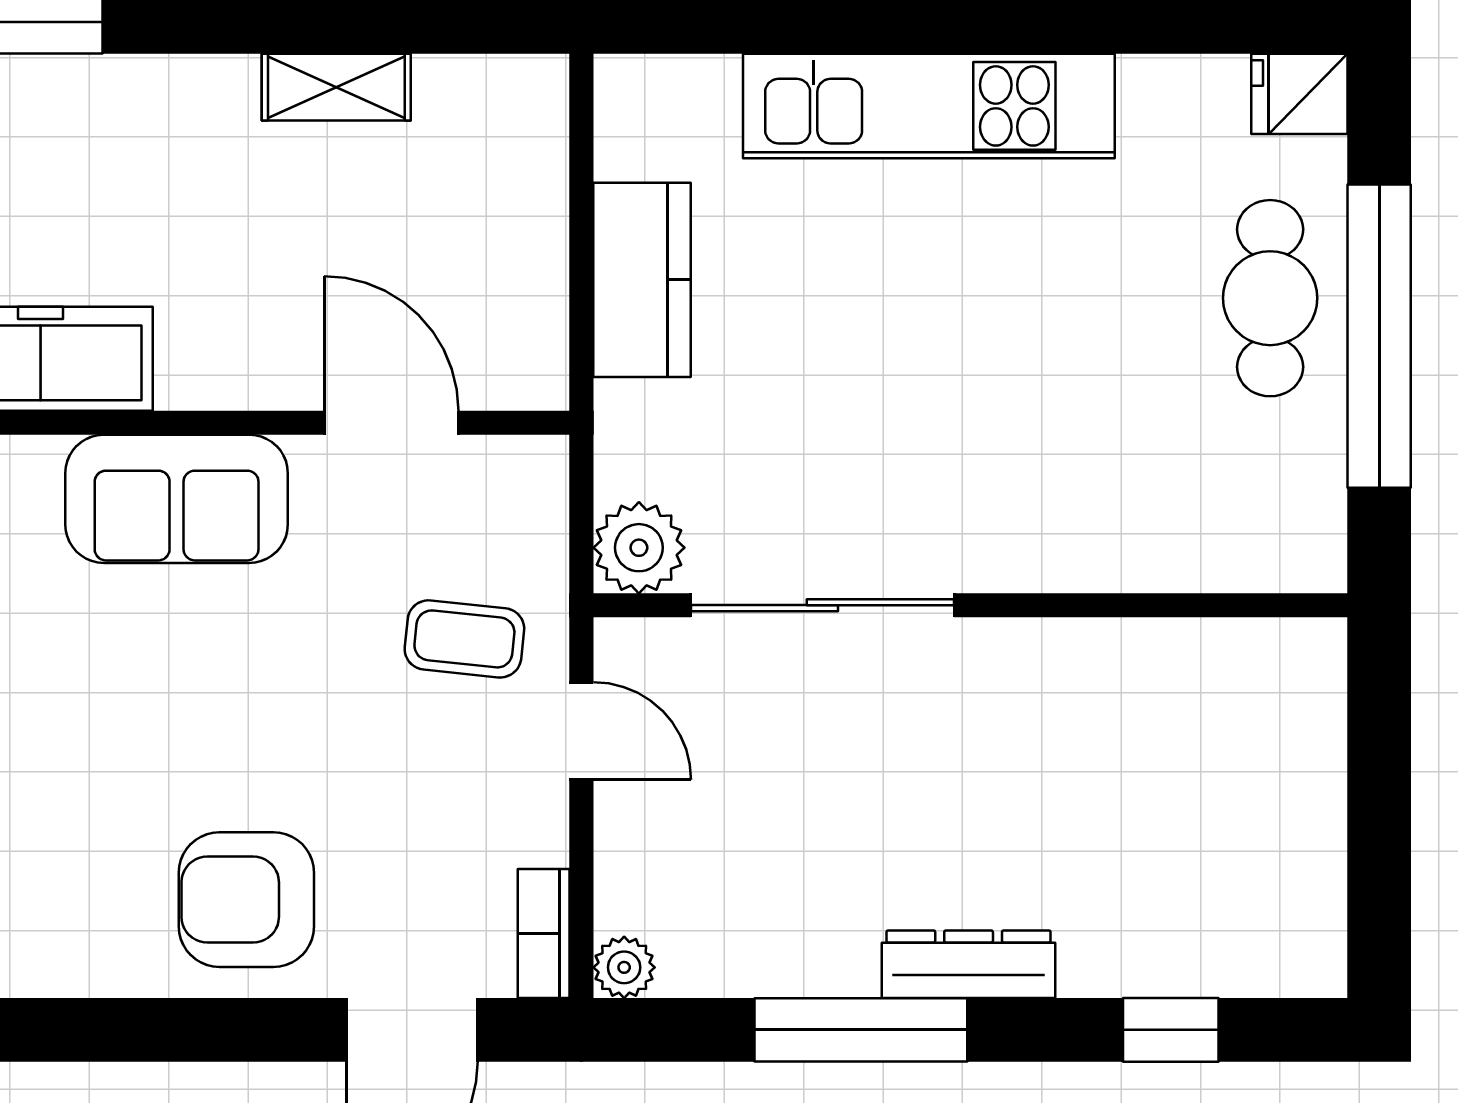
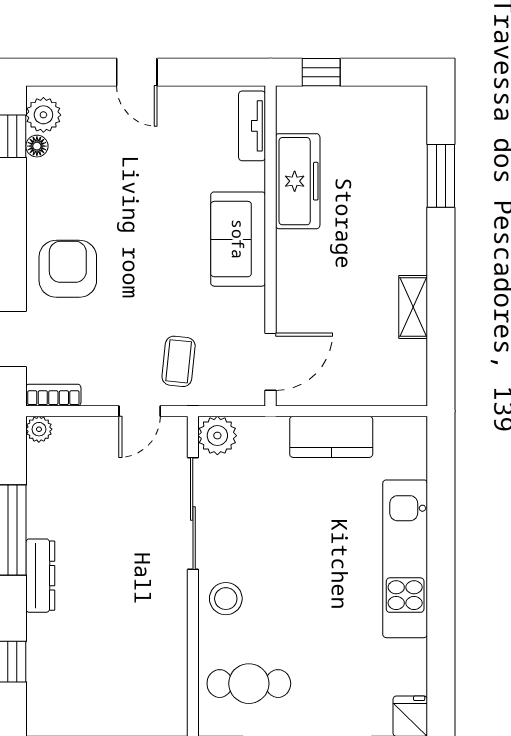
cafe table: (1270, 298) -> (249, 684), moved
door: (391, 423) -> (270, 362), moved
stool: (1023, 528) -> (226, 599), added

